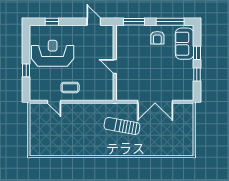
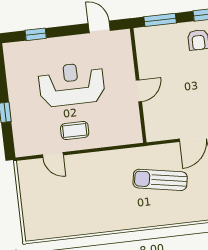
reception desk: (53, 53) -> (72, 84), moved
door: (115, 66) -> (139, 91), swing flipped

